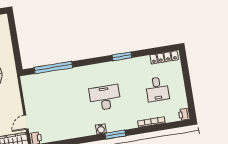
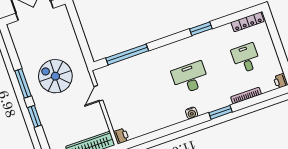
desk: (157, 89) -> (246, 58), turned 180
door: (26, 122) -> (98, 93), moved
window: (115, 135) -> (220, 112), moved

